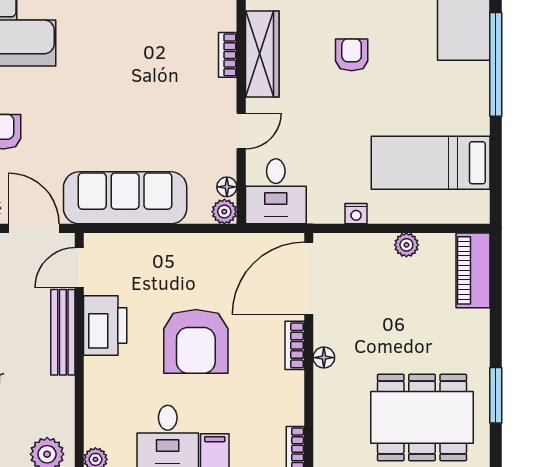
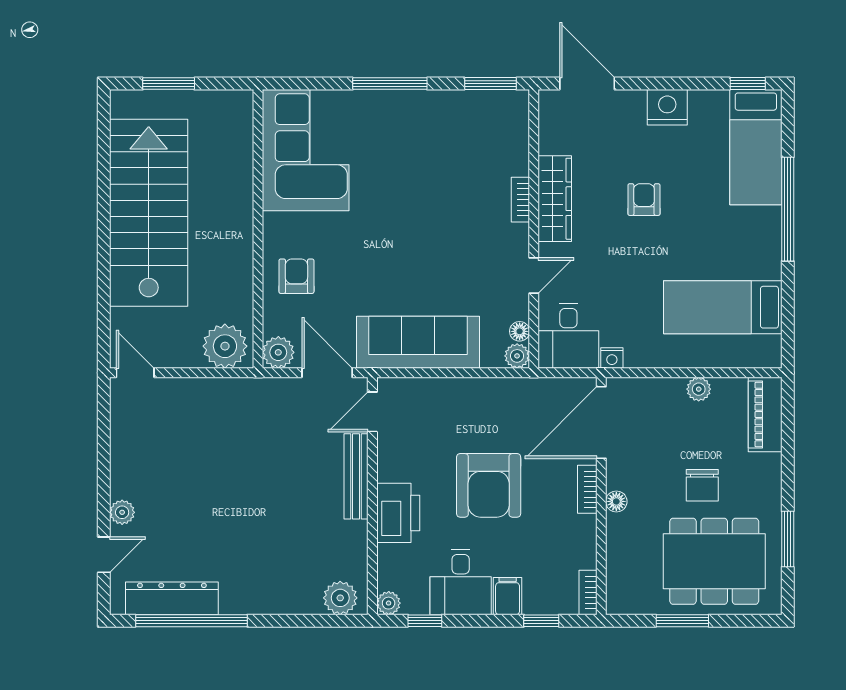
nightstand: (356, 214) -> (612, 358), moved
printer: (105, 325) -> (398, 513), moved
chair: (410, 341) -> (702, 485), added

